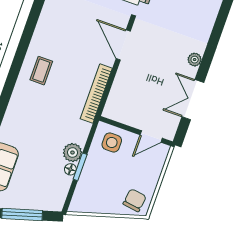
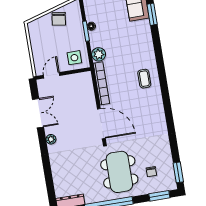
door: (123, 45) -> (101, 124), width x1.36
plant: (72, 153) -> (99, 54), moved
chair: (135, 200) -> (59, 19), moved

